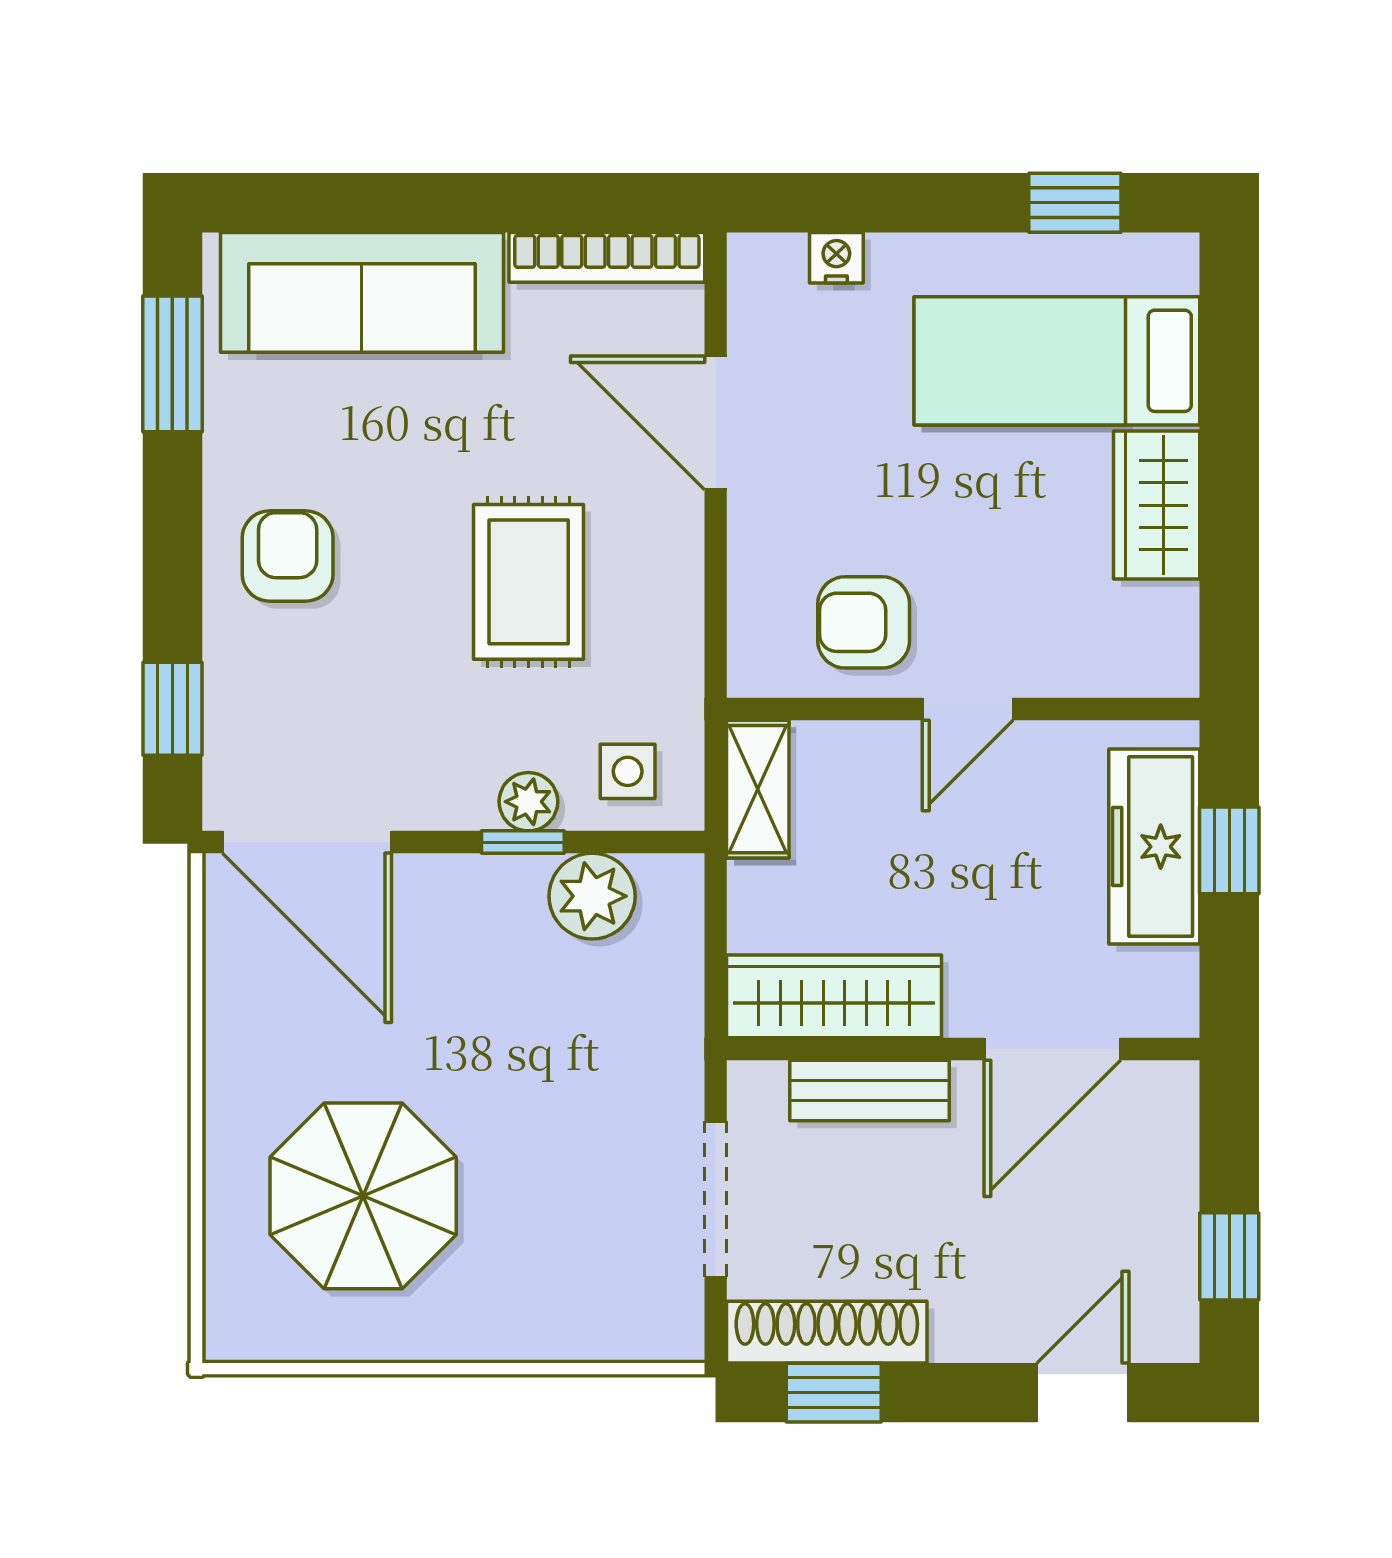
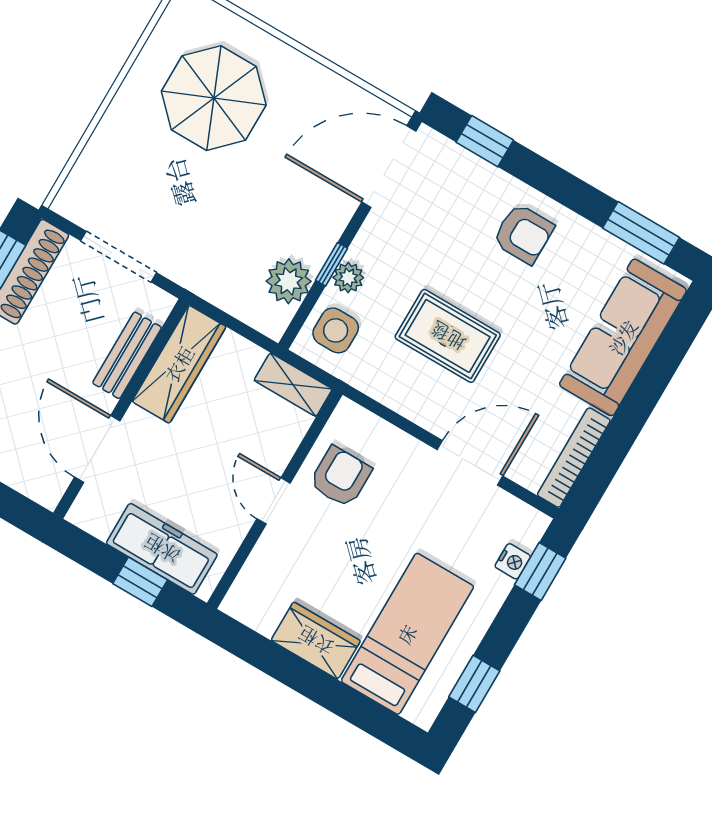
window: (827, 203) -> (540, 572), added
side table: (628, 771) -> (336, 330), width x1.37, depth x1.37

